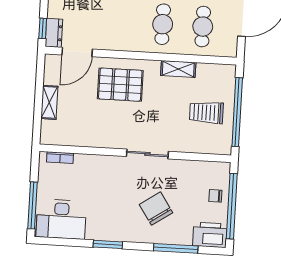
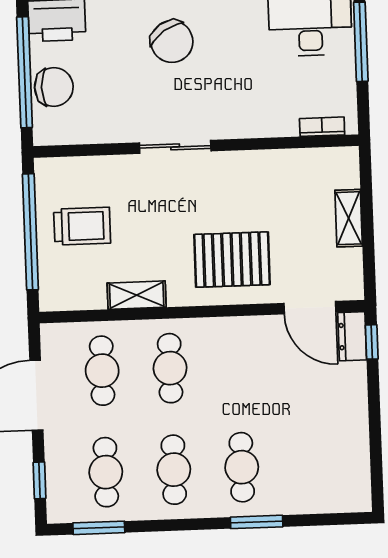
door: (77, 52) -> (310, 308), swing flipped
chair: (215, 196) -> (54, 87), width x1.87, depth x1.87
chair: (156, 209) -> (172, 42), moved

